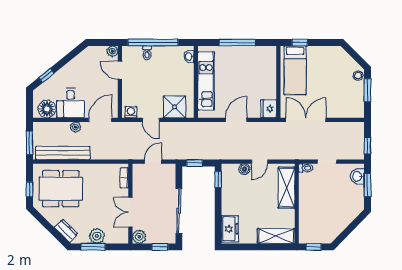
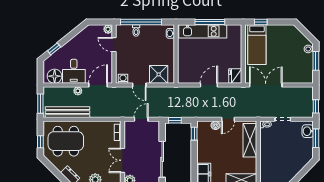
kitchen unit: (206, 81) -> (203, 31), moved, turned 90

